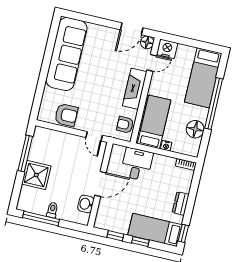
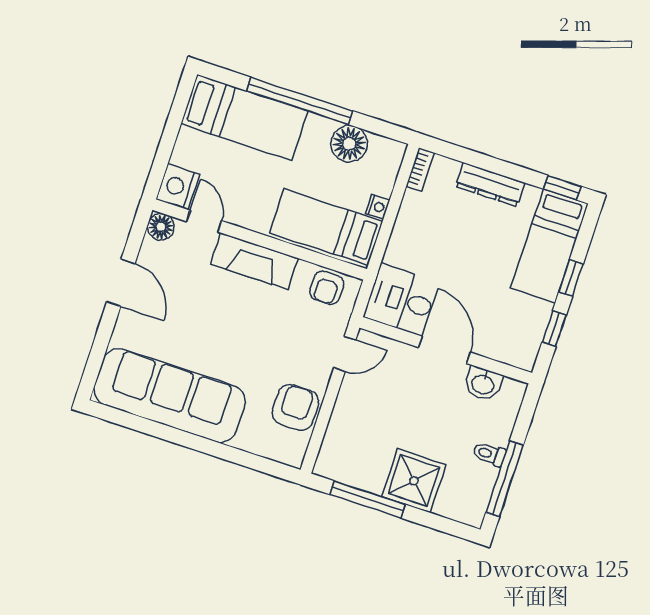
door: (132, 29) -> (121, 283), moved
desk: (137, 164) -> (401, 299), moved
dresser: (181, 203) -> (490, 185), width x1.44

